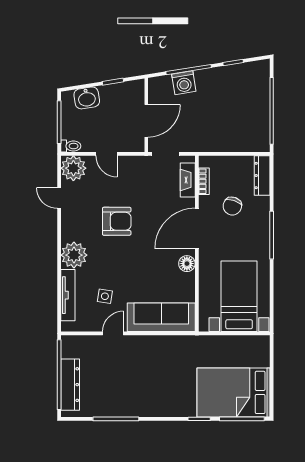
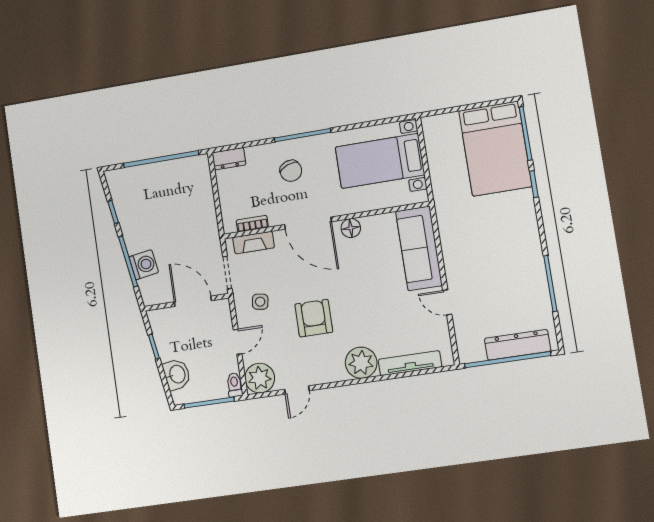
dresser: (262, 176) -> (229, 159), width x0.70
chair: (232, 206) -> (291, 171), moved, turned 51
side table: (105, 296) -> (260, 302), moved

